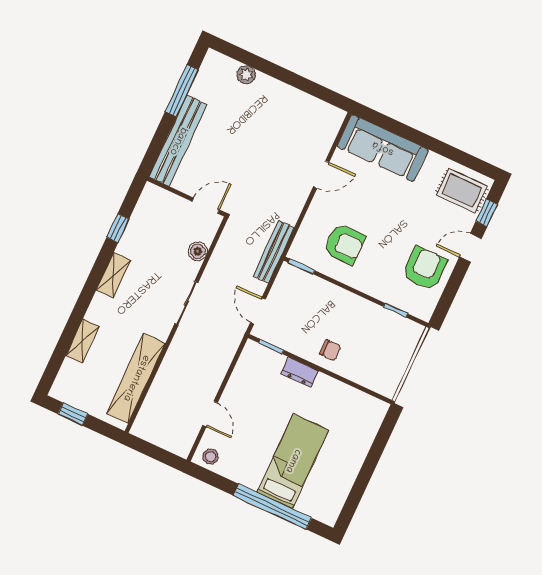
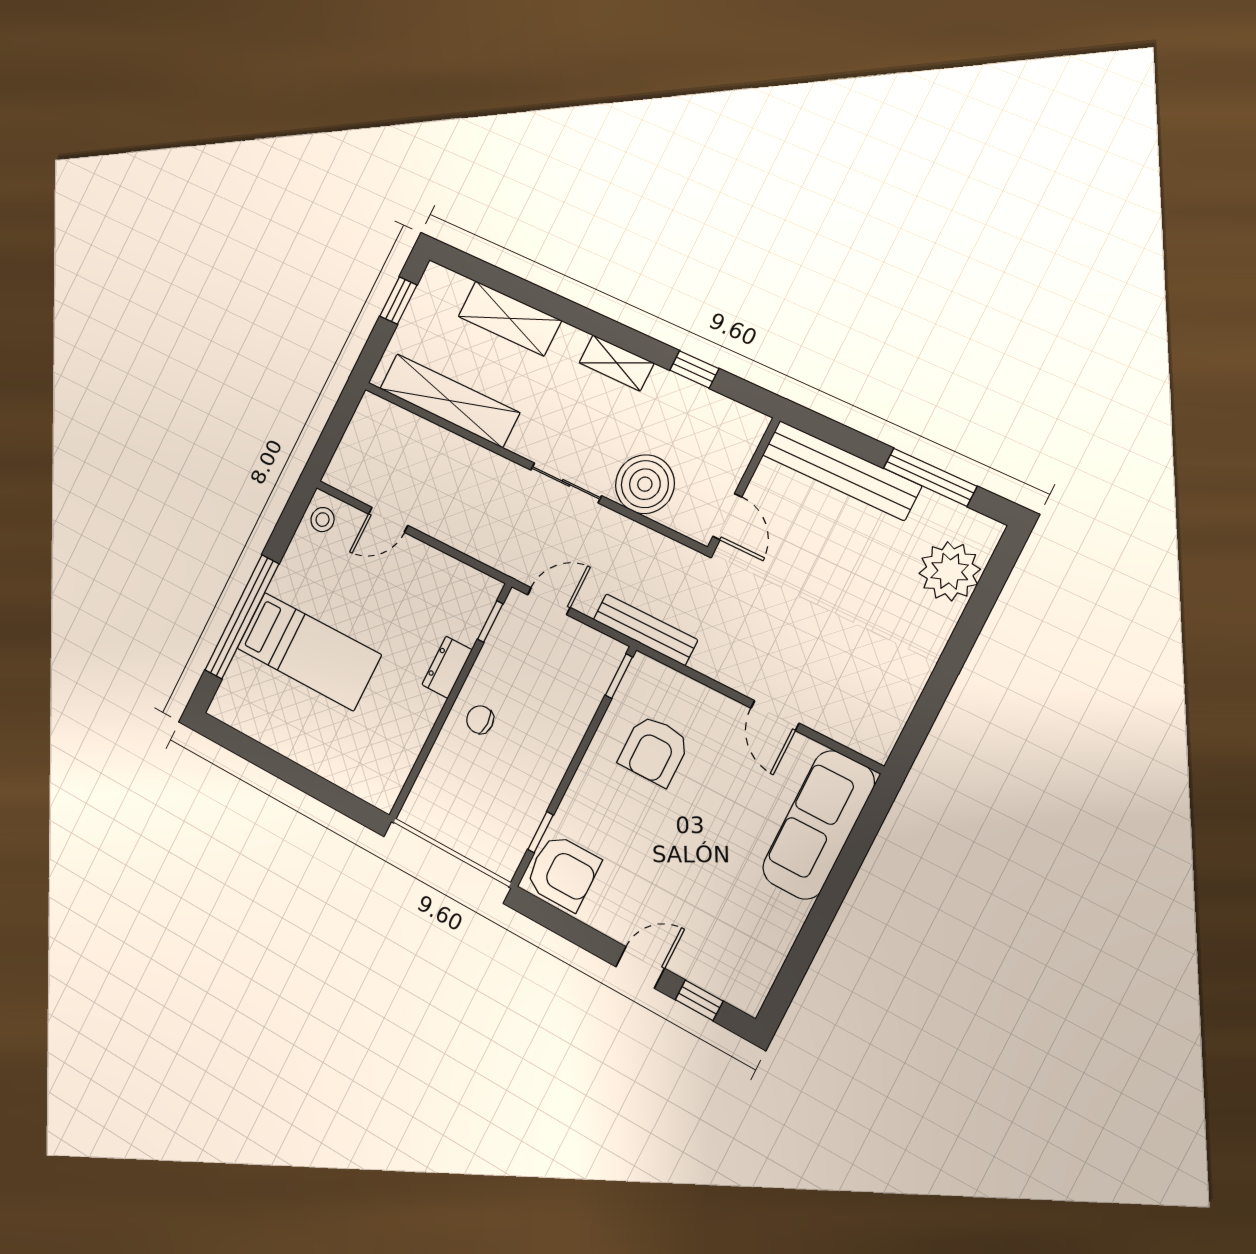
plant: (246, 75) -> (950, 571), width x1.88, depth x1.88
rug: (462, 191) -> (739, 959), removed
door: (470, 248) -> (640, 967), hinge flipped
boiler: (198, 251) -> (645, 484), width x1.86, depth x1.86
armchair: (424, 268) -> (563, 872), moved
shelving: (83, 341) -> (510, 318), width x1.50, depth x1.33
chair: (330, 350) -> (480, 720), turned 90

